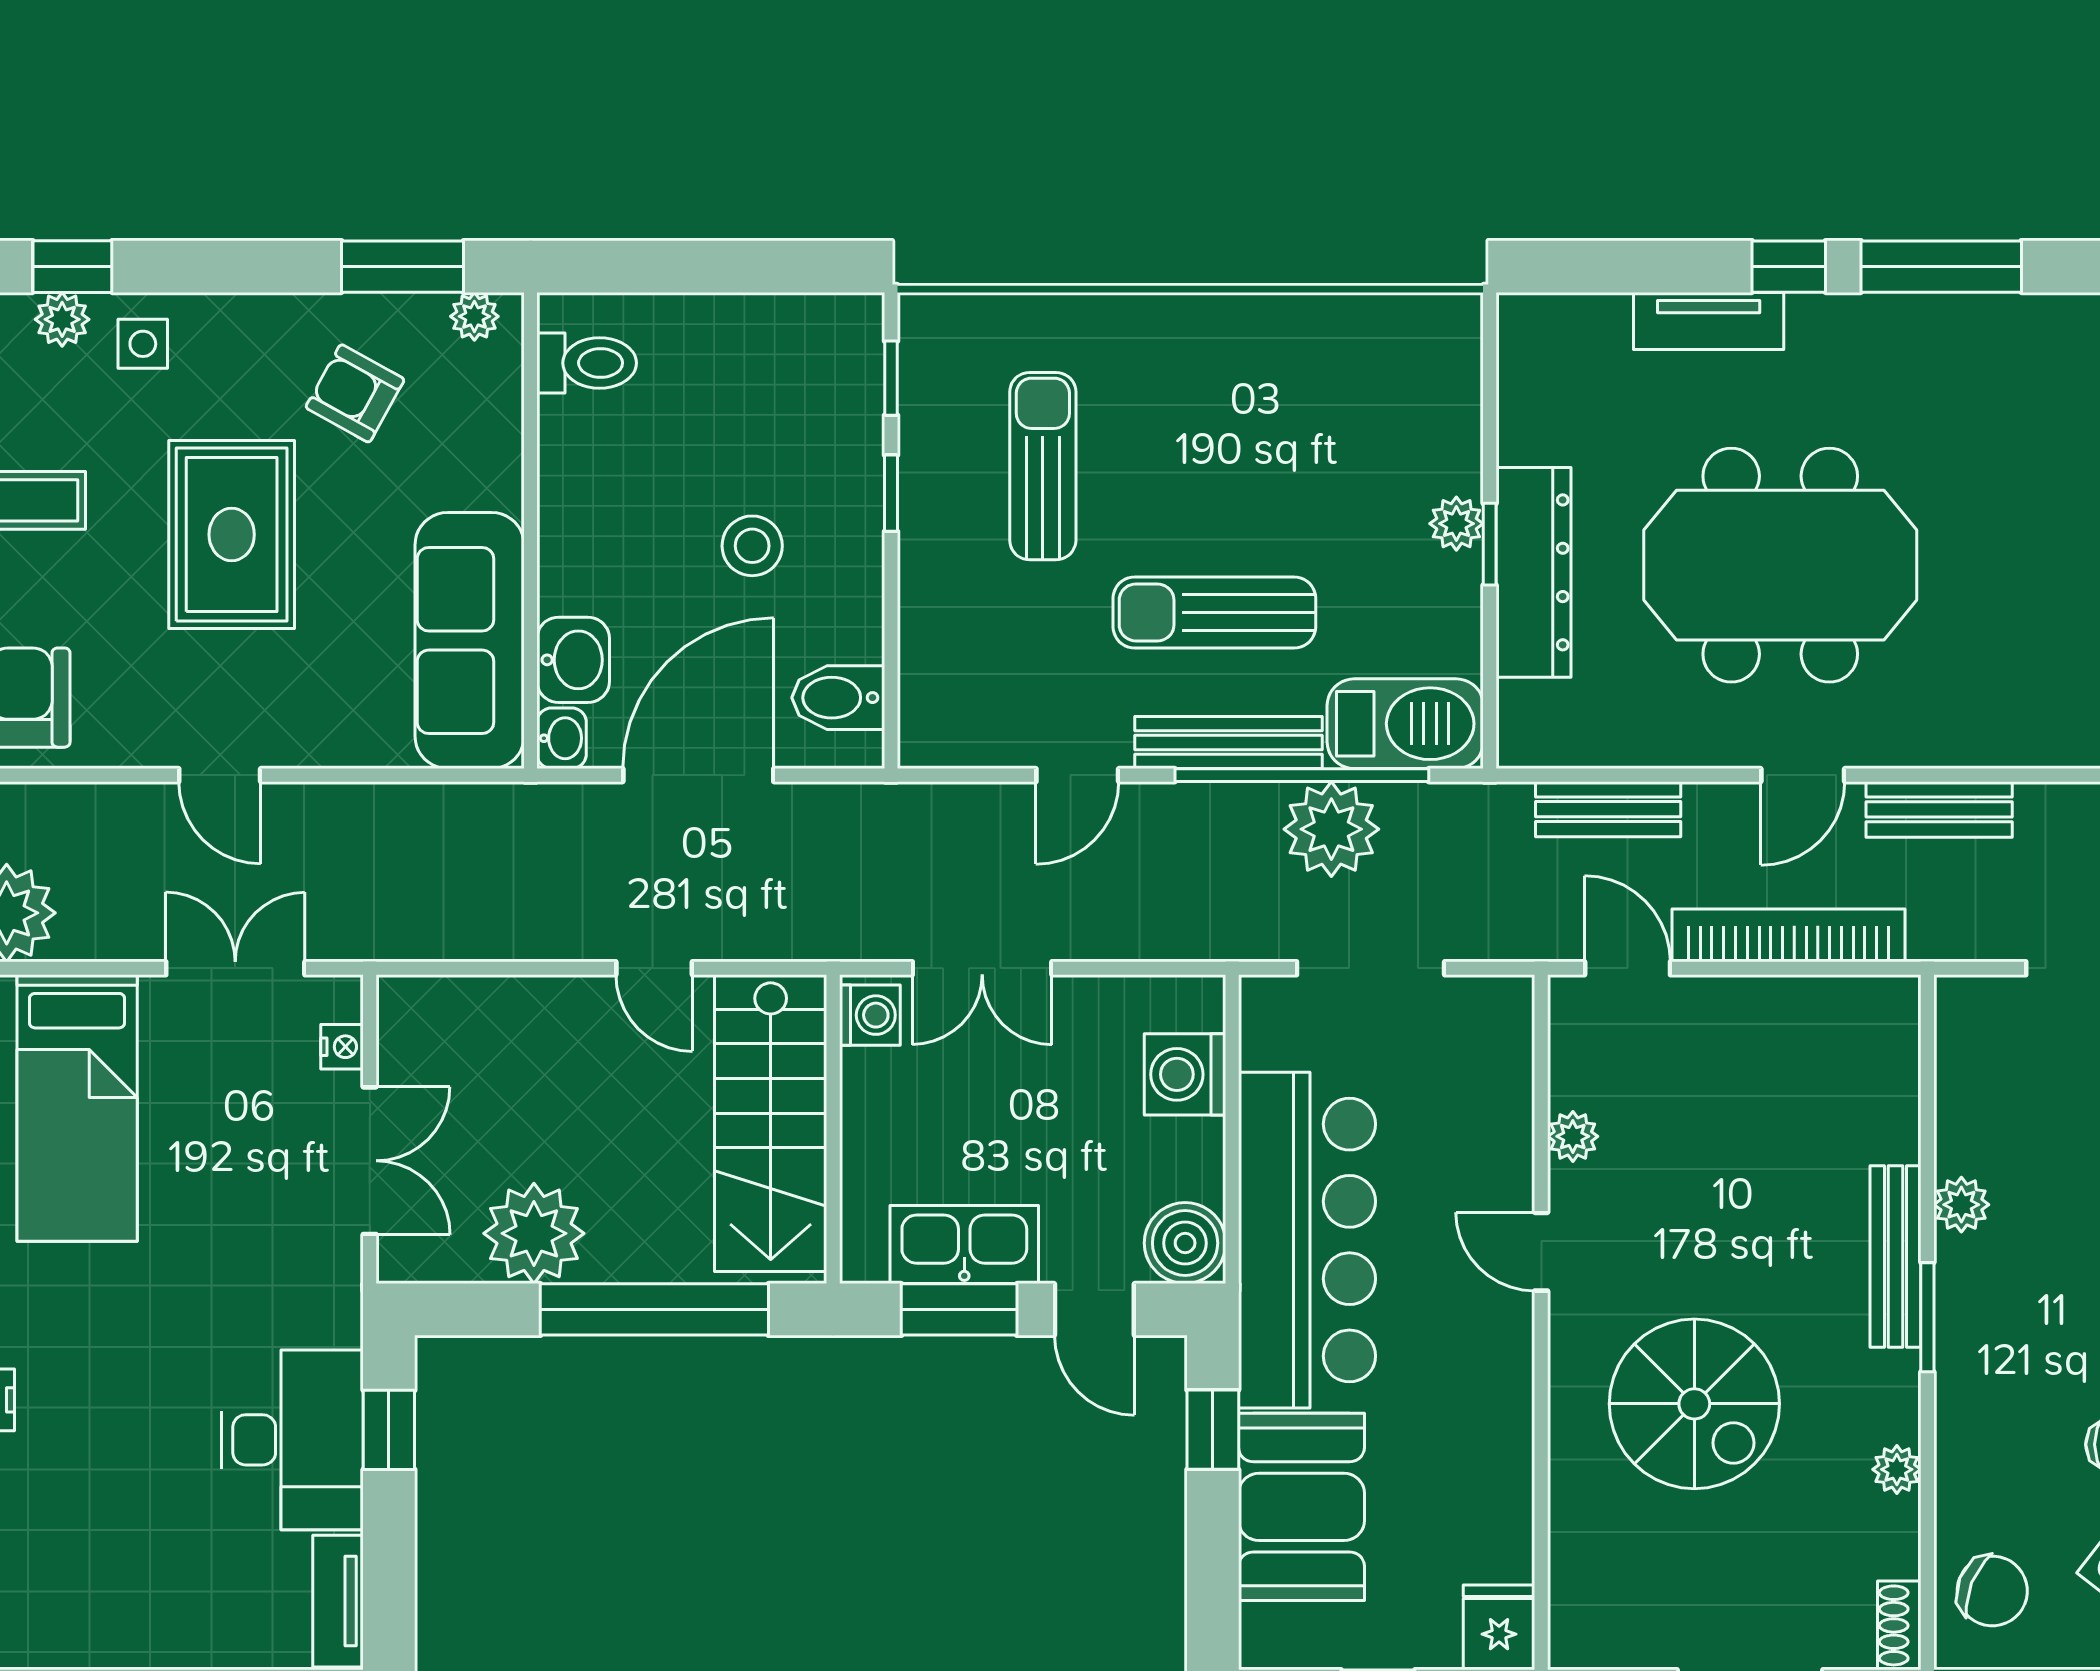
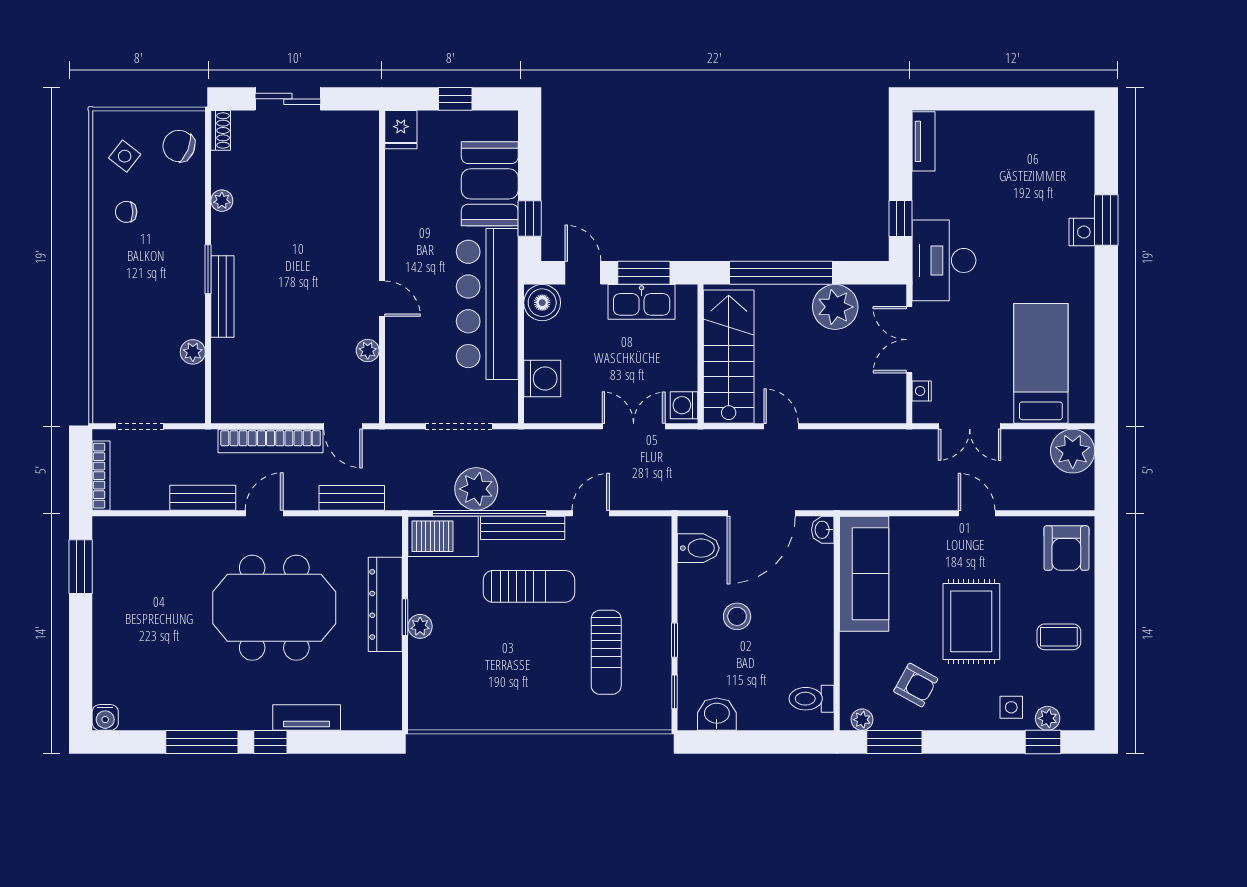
washbasin: (573, 660) -> (717, 714), moved, turned 90
plant: (1961, 1205) -> (193, 352), moved
spiral stairs: (1694, 1404) -> (313, 230), removed
desk: (292, 1440) -> (944, 260), moved

